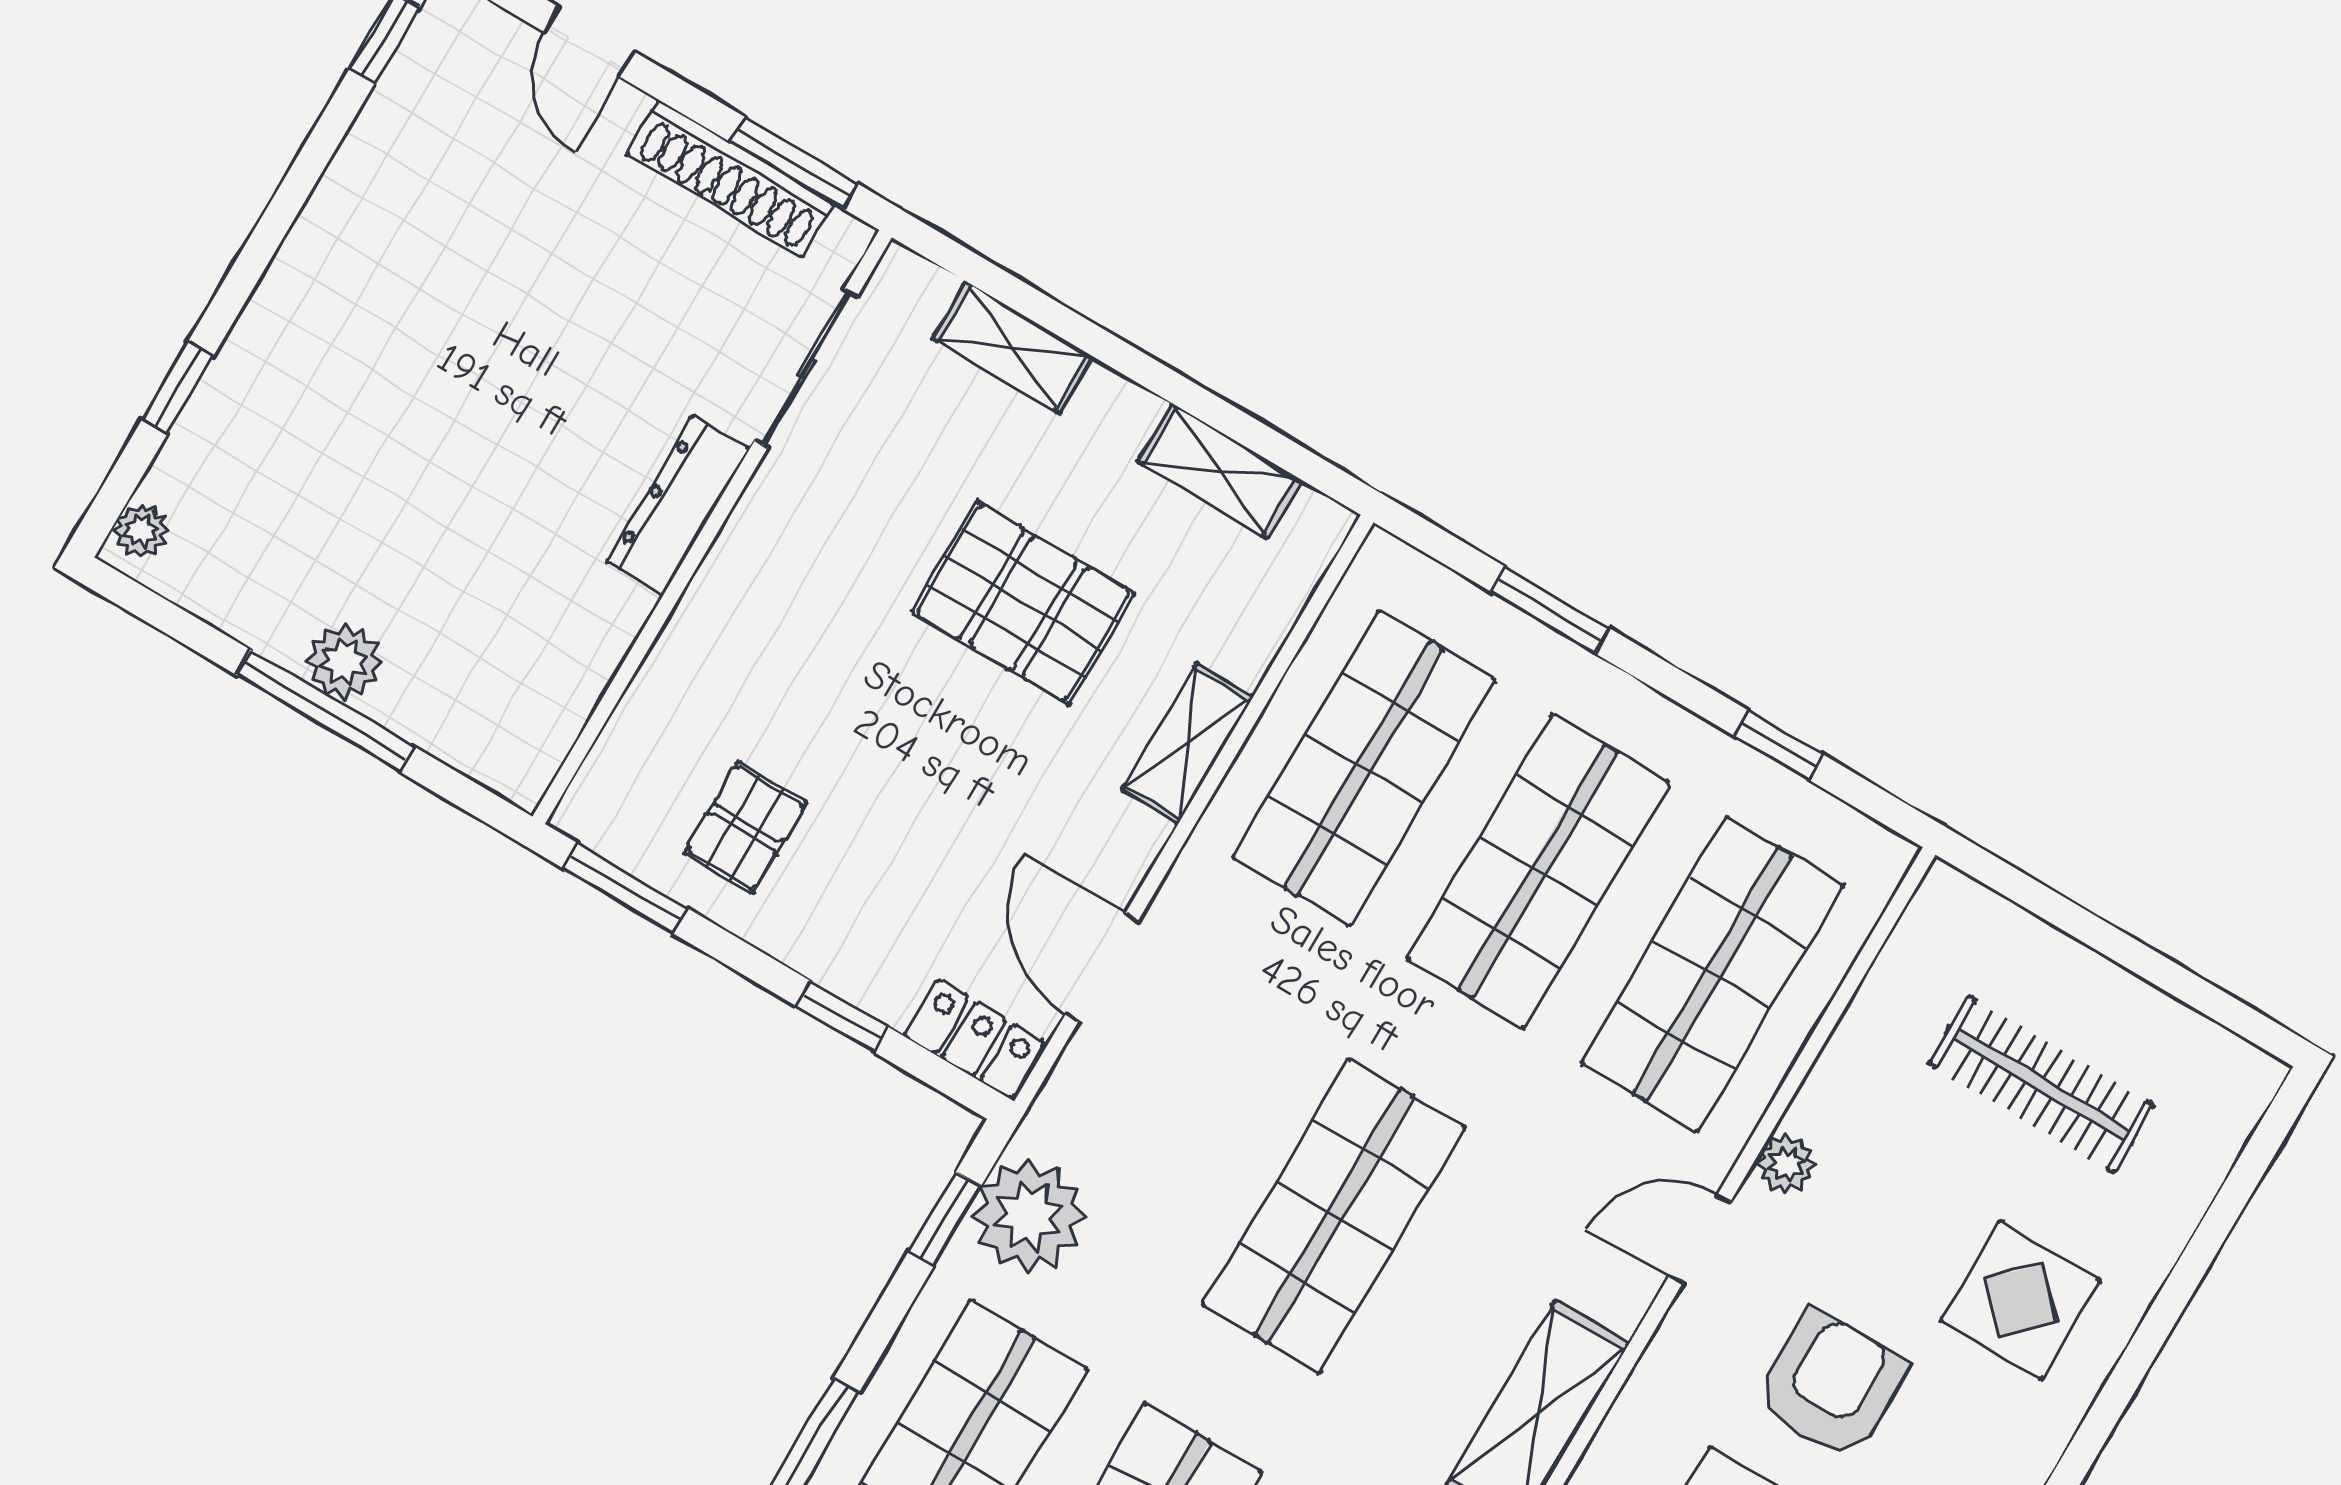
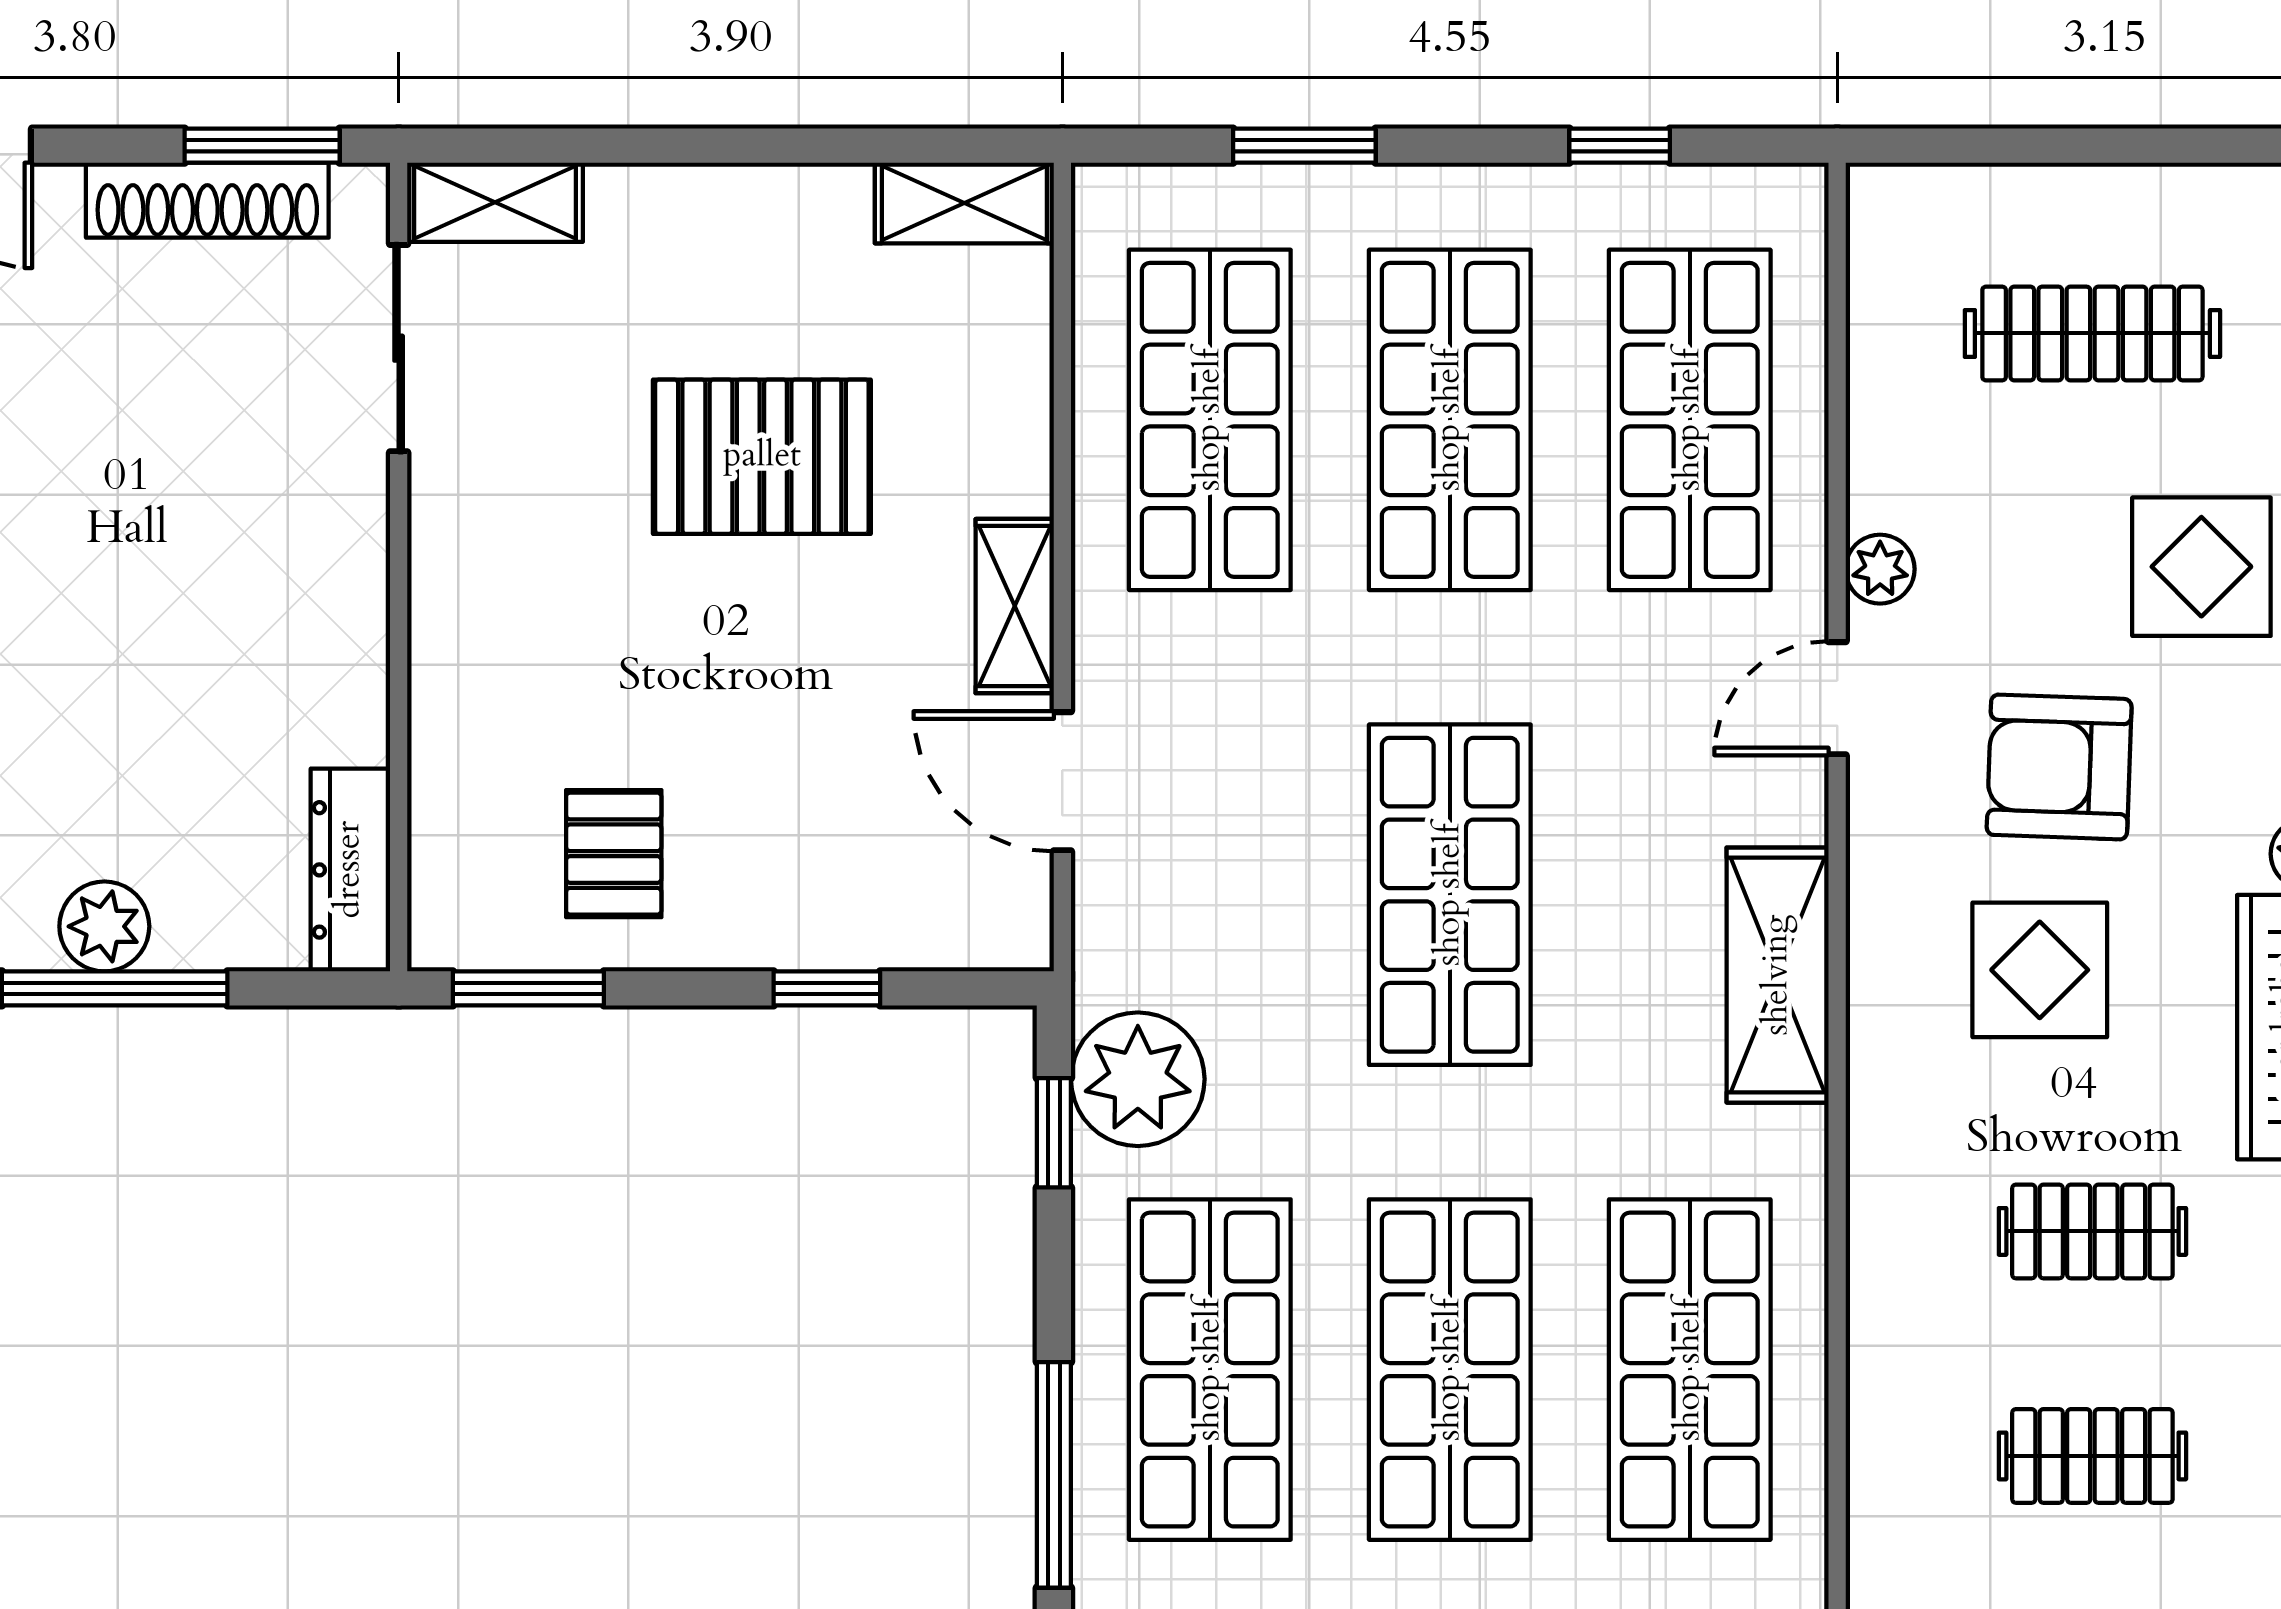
shelving: (1013, 348) -> (495, 202), moved
shelving: (1220, 471) -> (964, 203), moved
dresser: (678, 505) -> (350, 870), moved
shelving: (1188, 744) -> (1015, 606), moved
locker: (974, 1039) -> (976, 932), removed
armchair: (1831, 1385) -> (2059, 767), turned -88

